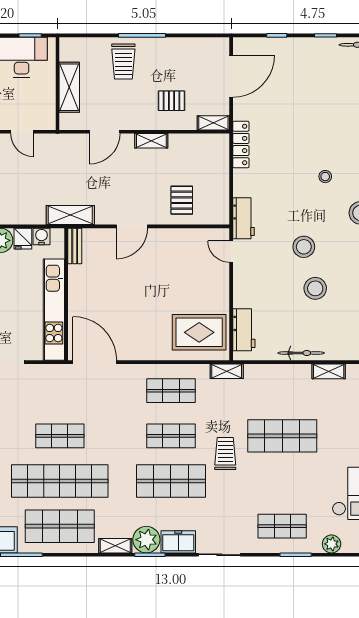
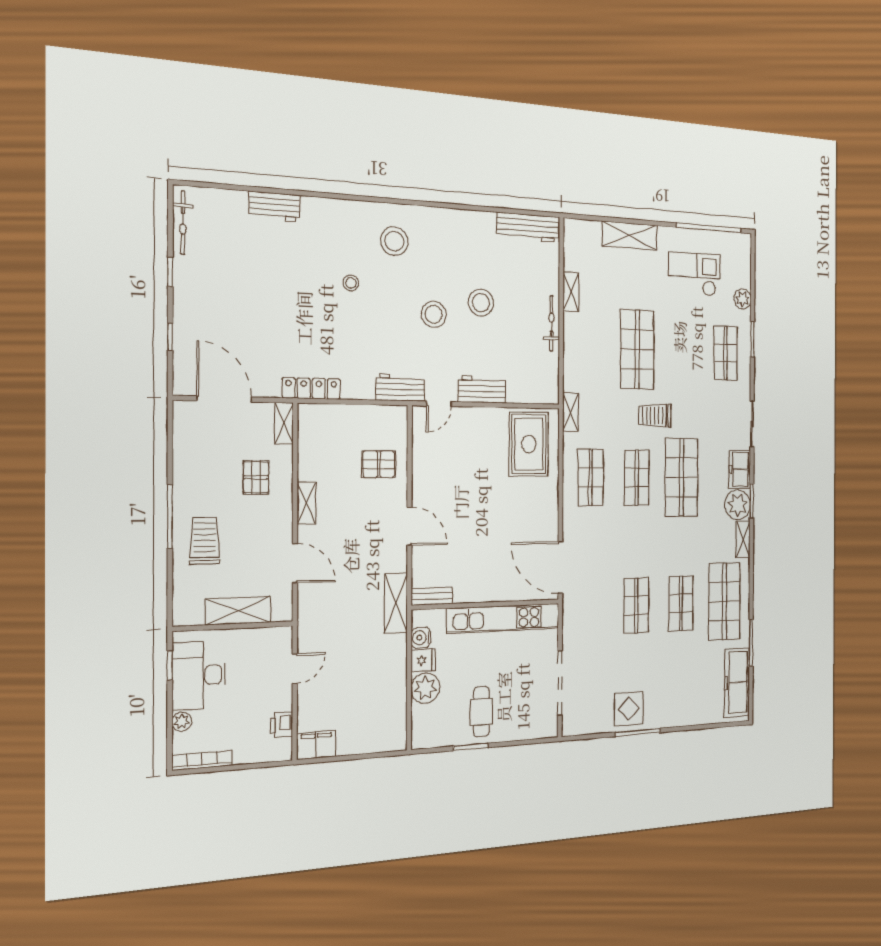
trolley: (123, 61) -> (205, 541), turned -90
workbench: (244, 330) -> (482, 389), moved
door: (95, 362) -> (560, 567), hinge flipped
shop shelf: (60, 481) -> (681, 603), width x0.50, depth x0.74

